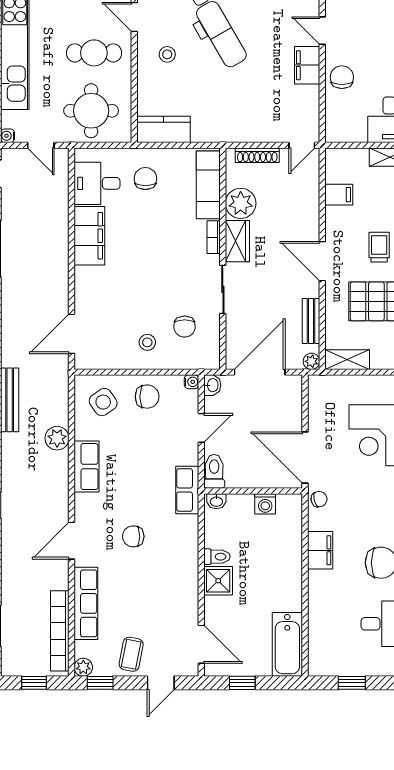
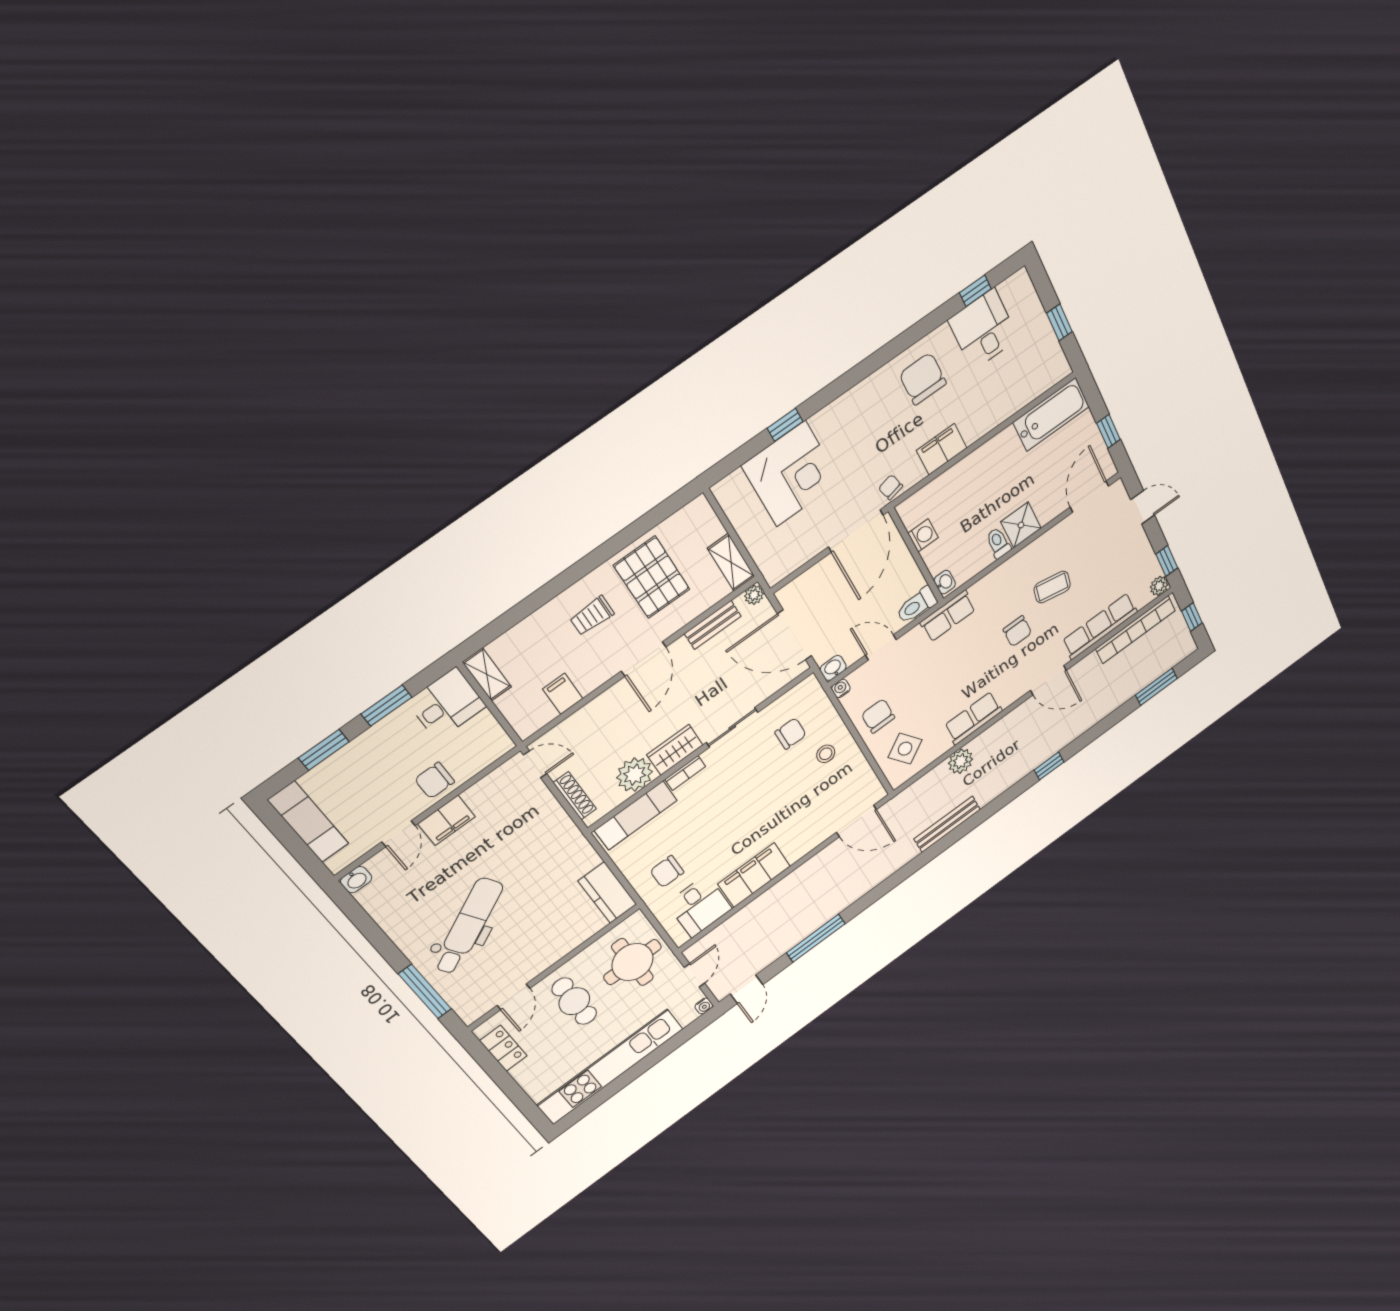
stool: (167, 54) -> (530, 944), removed
coffee table: (131, 654) -> (1052, 587), moved

